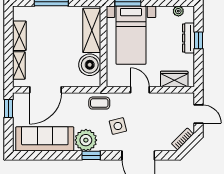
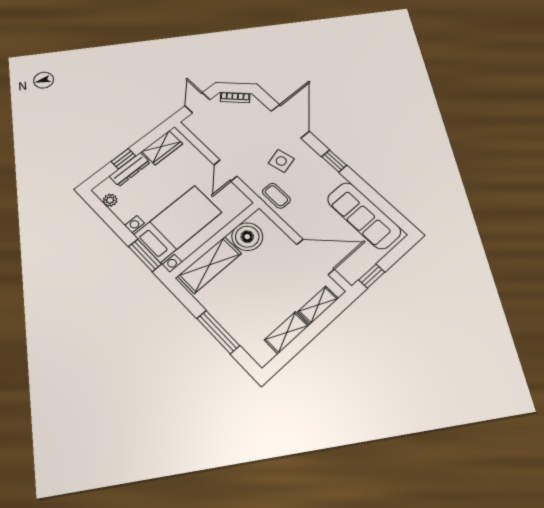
wardrobe: (174, 79) -> (162, 148), moved, turned -90
plant: (86, 140) -> (325, 178), removed

